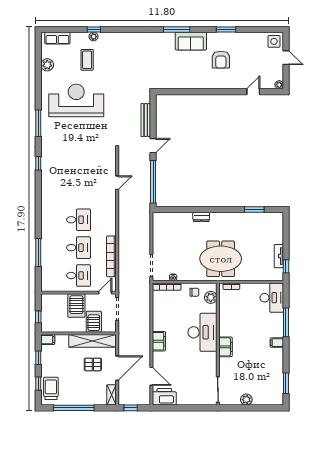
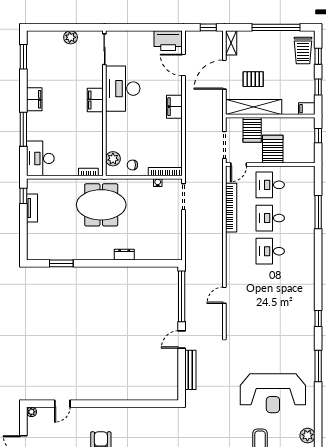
desk: (202, 332) -> (123, 89), moved
filing cabinet: (277, 343) -> (34, 99), width x2.00

